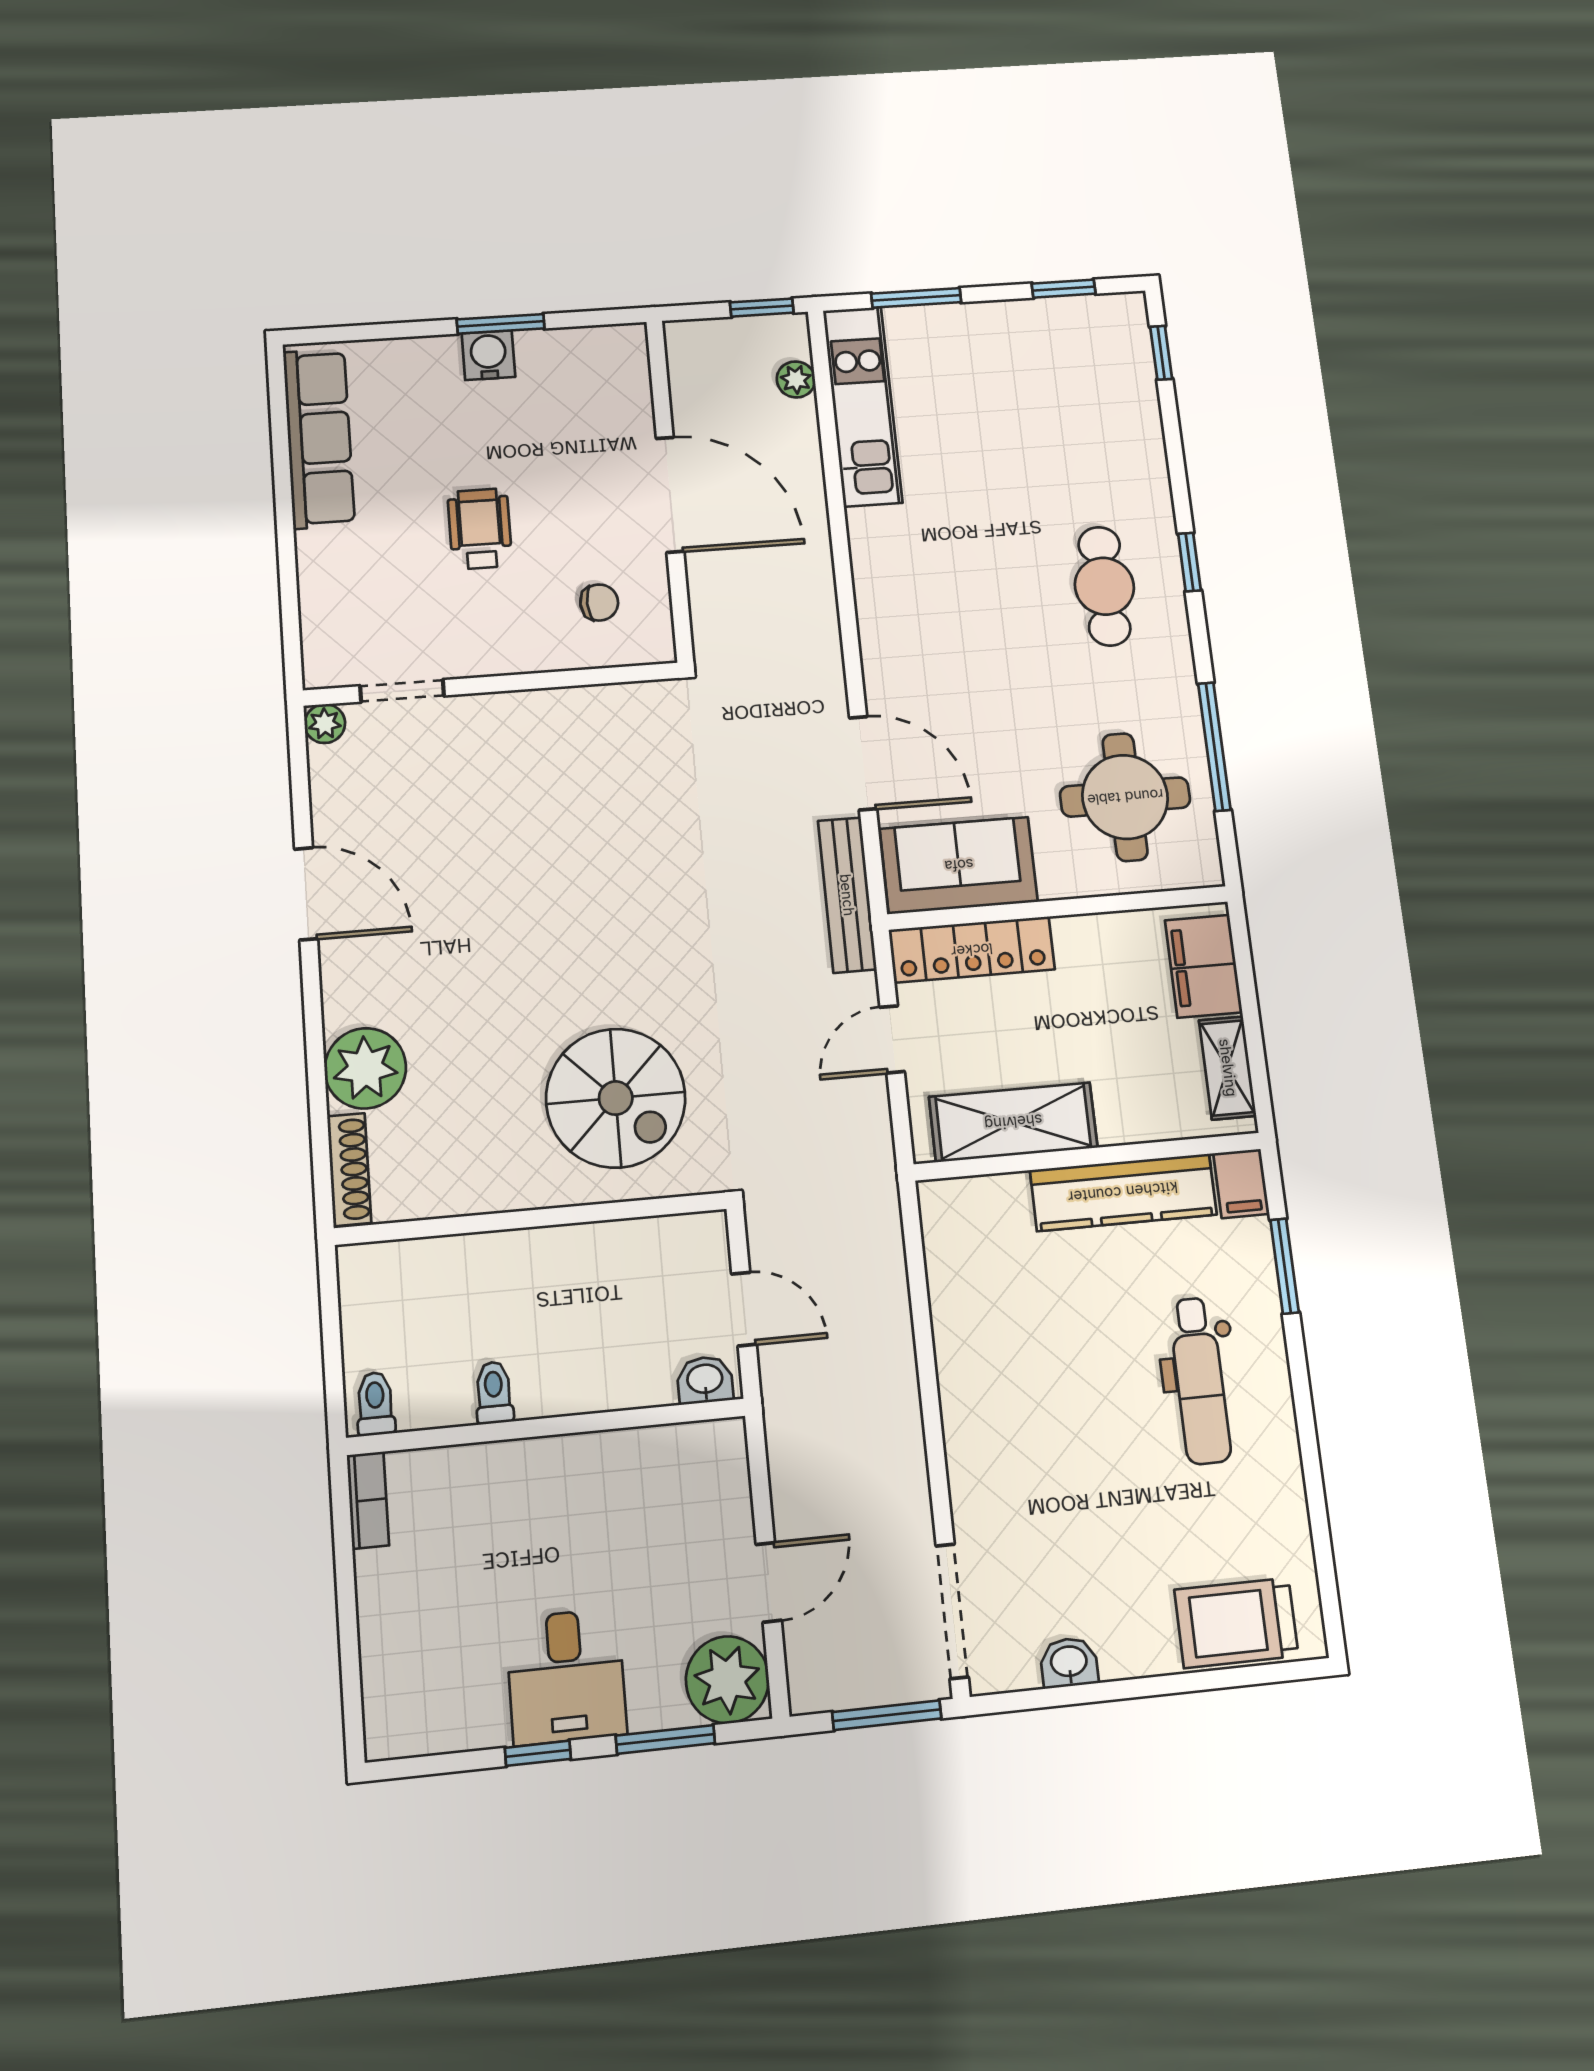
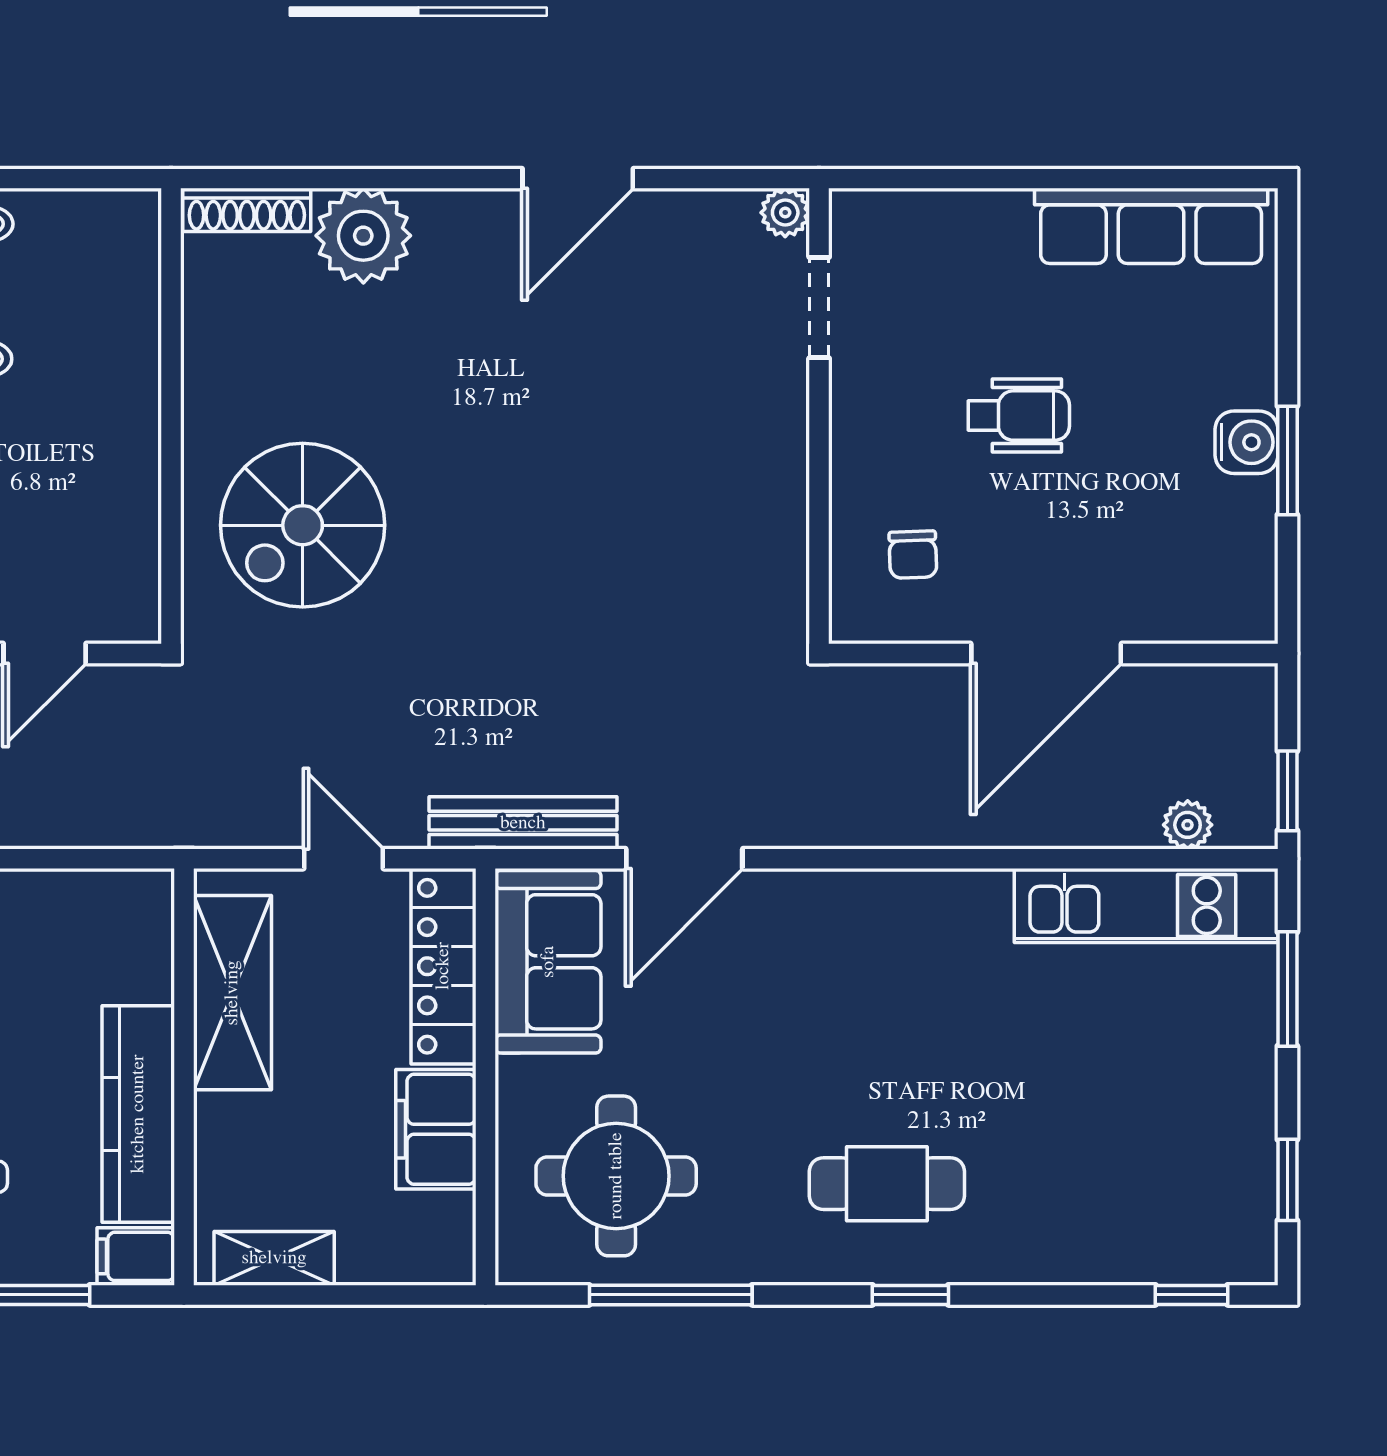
filing cabinet: (1203, 966) -> (436, 1129), moved, turned -90

